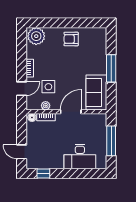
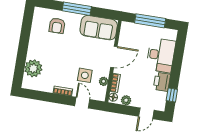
plant: (36, 36) -> (33, 68), moved
armchair: (71, 39) -> (57, 26), moved
door: (71, 112) -> (114, 57), swing flipped
plant: (31, 130) -> (126, 100), added
printer: (54, 162) -> (162, 82), added

